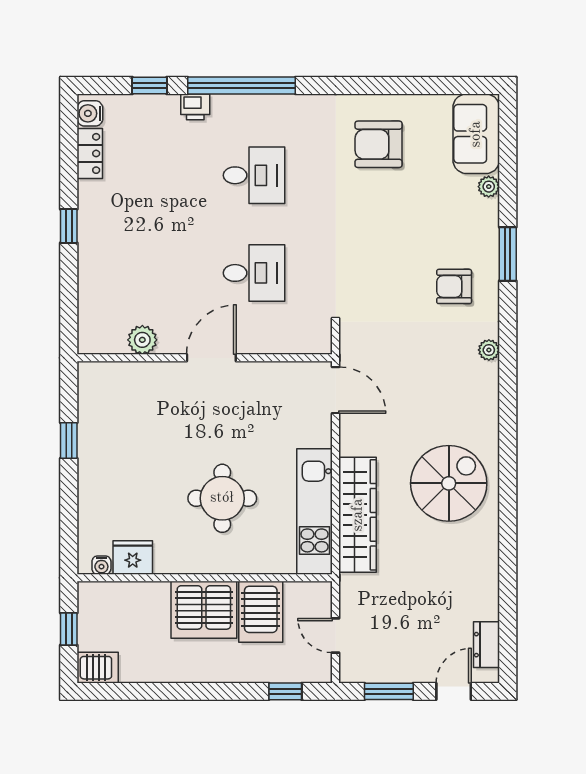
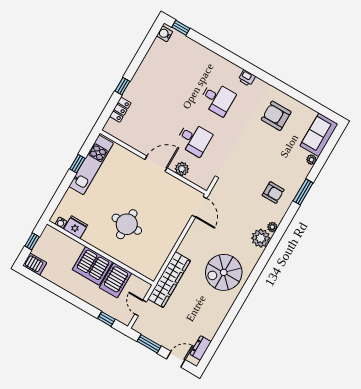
window: (150, 85) -> (181, 28), moved
window: (241, 85) -> (234, 59), removed
printer: (195, 107) -> (247, 78), moved
locker: (90, 153) -> (120, 110), moved
window: (69, 226) -> (122, 86), moved
armchair: (454, 286) -> (273, 193), turned 180
plant: (142, 340) -> (182, 169), moved
plant: (480, 382) -> (261, 238), added
spiral stairs: (449, 483) -> (224, 272), turned 180
kitchen unit: (314, 511) -> (91, 165), moved, turned 180
wardrobe: (358, 515) -> (169, 280), moved

